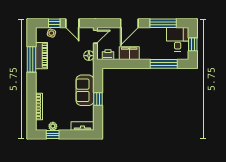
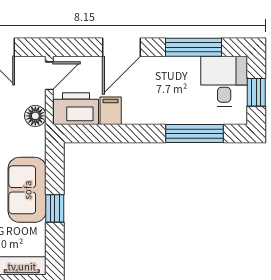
filing cabinet: (129, 53) -> (111, 111), width x0.50
printer: (108, 55) -> (76, 109), width x1.87, depth x1.48

